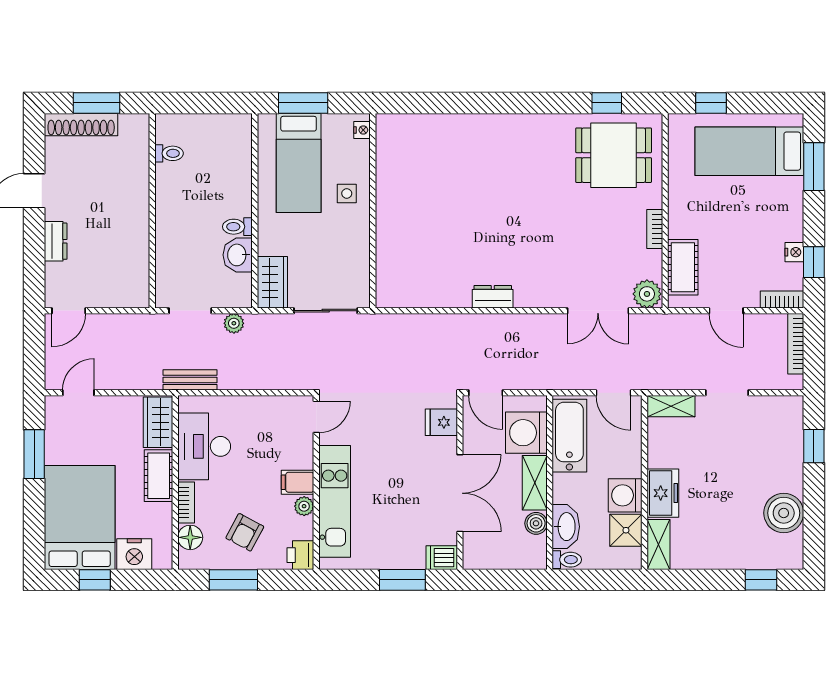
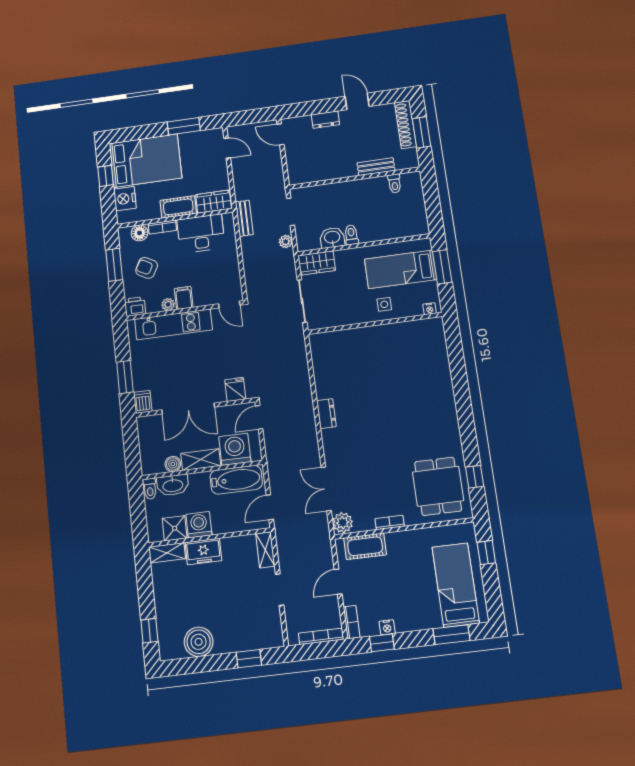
bench: (139, 177) -> (376, 167), added

